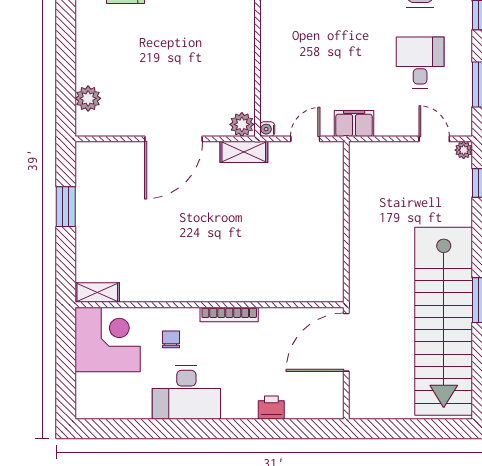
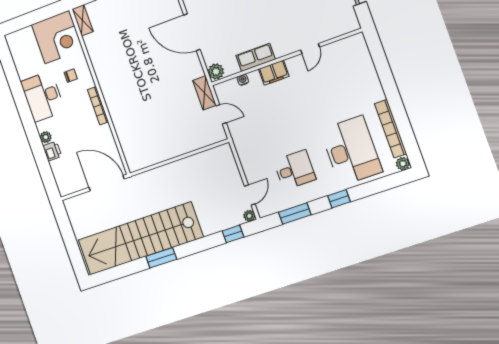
row of seats: (242, 61) -> (256, 57), added
filing cabinet: (354, 123) -> (274, 73), moved, turned 90
water cooler: (267, 129) -> (243, 80), moved
shelving: (244, 152) -> (204, 93), moved
plant: (247, 410) -> (46, 137), added

